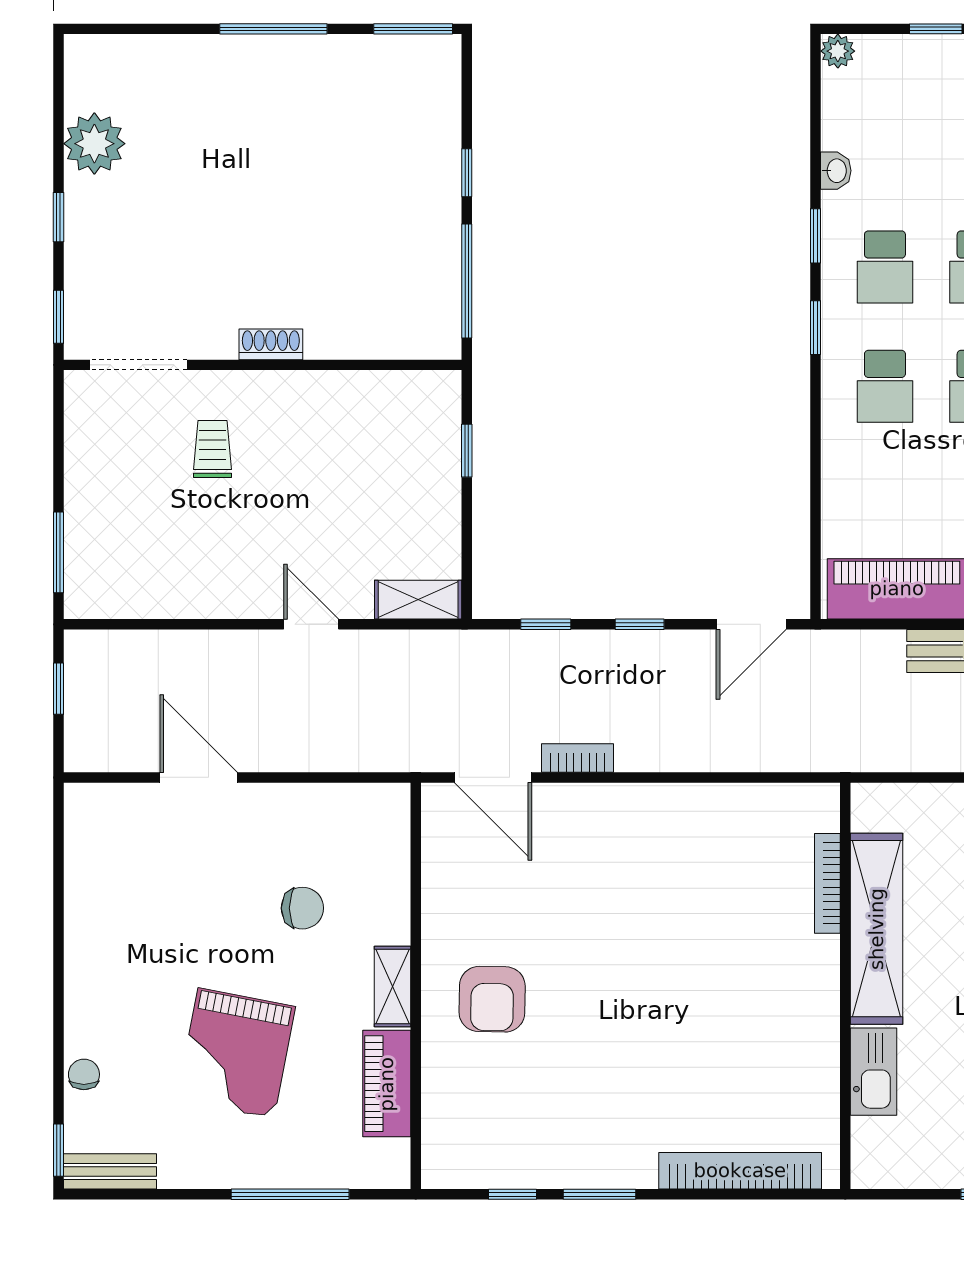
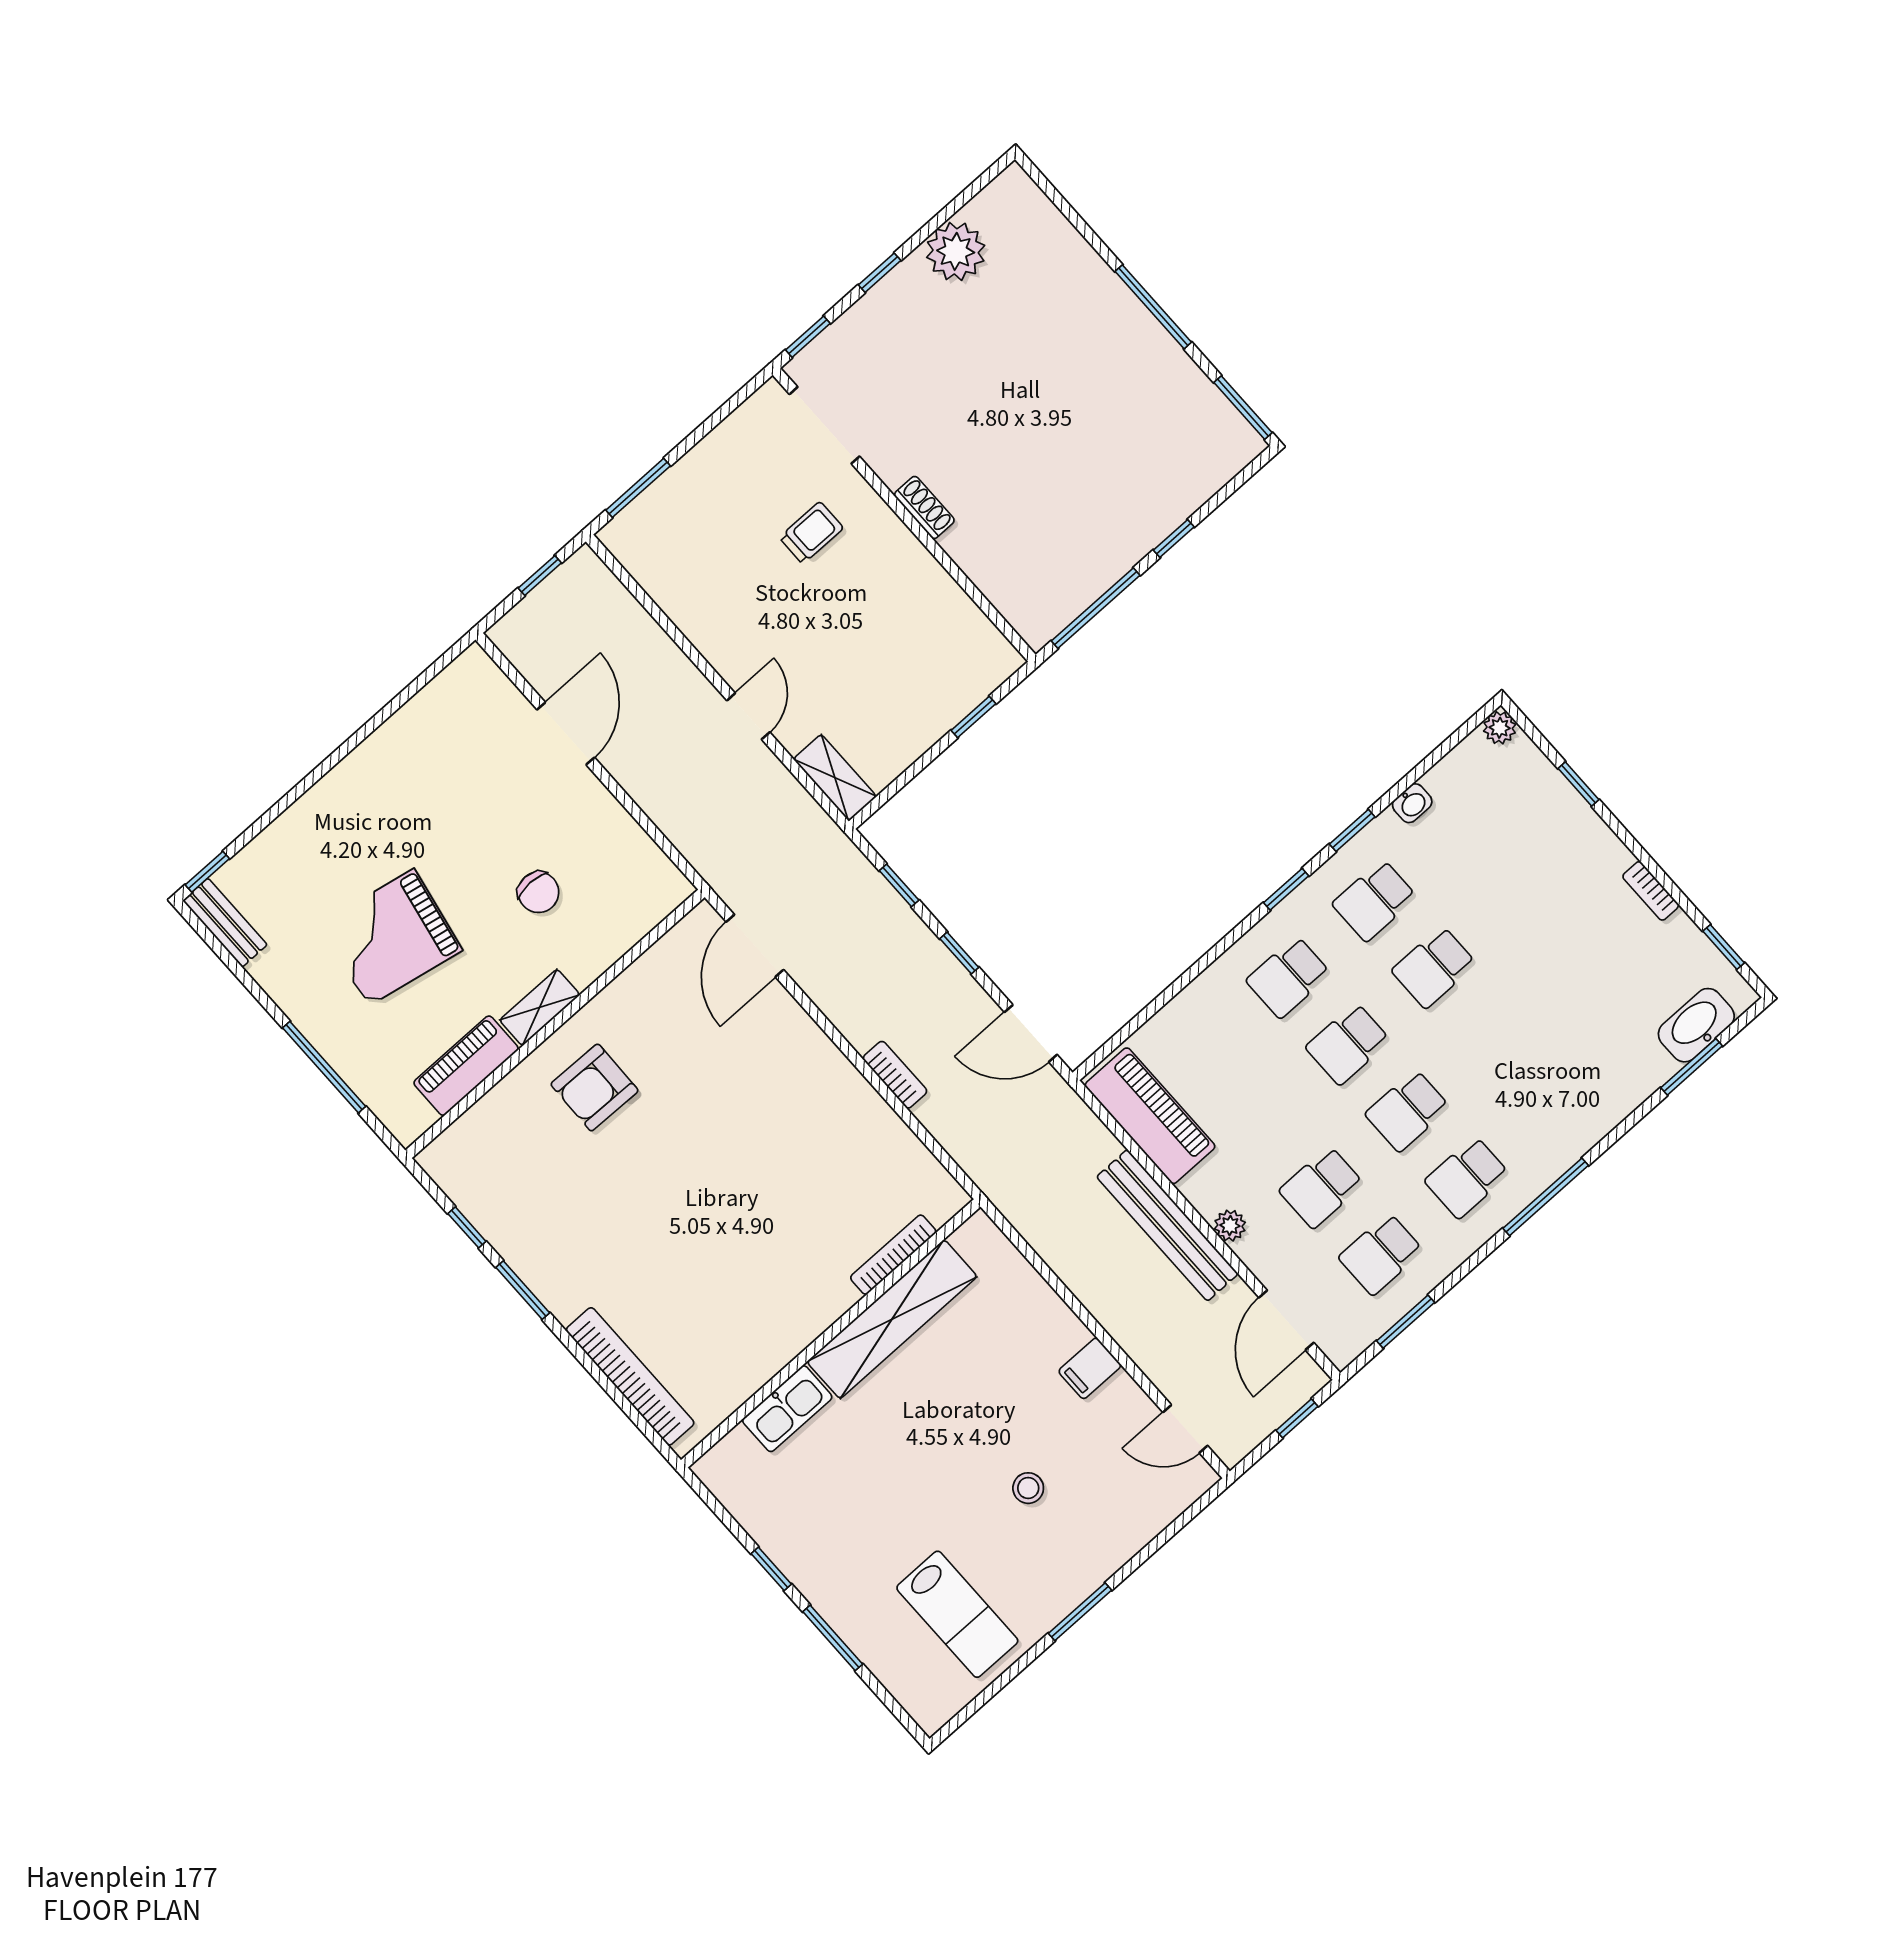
bookcase: (578, 758) -> (895, 1075), moved
chair: (84, 1074) -> (278, 842), removed

